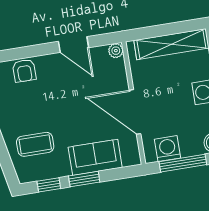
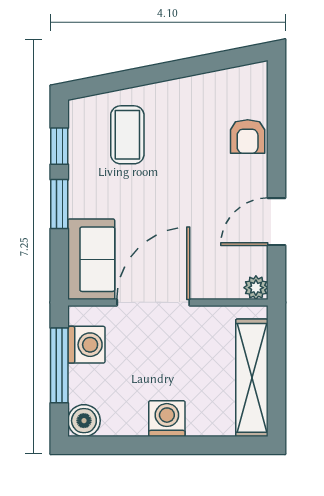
armchair: (24, 71) -> (248, 136), turned -90
sofa: (95, 157) -> (91, 259), moved

